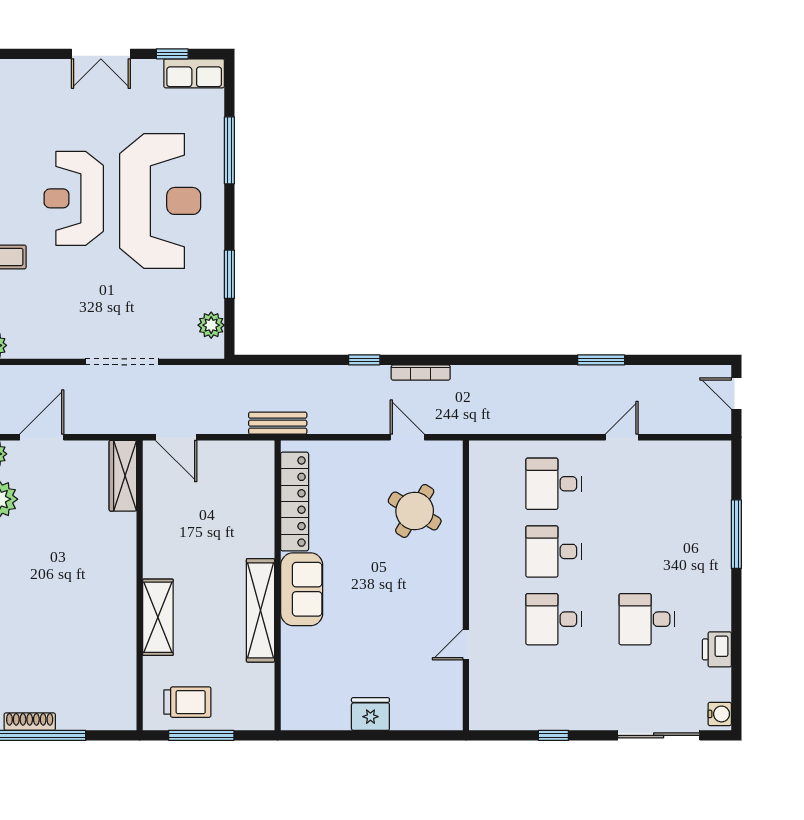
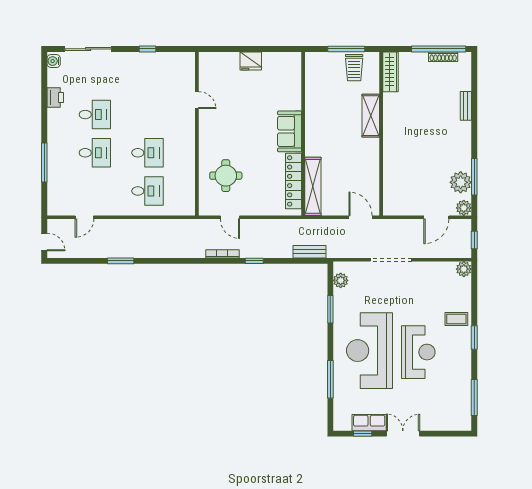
row of seats: (194, 73) -> (369, 423), moved
bench: (278, 423) -> (309, 252), moved
door: (622, 437) -> (84, 217), moved
wardrobe: (123, 476) -> (391, 72), moved
round table: (415, 511) -> (226, 176), turned -31
shelving: (261, 610) -> (313, 186), moved
desk: (554, 619) -> (95, 153), moved
door: (466, 645) -> (197, 100), hinge flipped
trolley: (187, 702) -> (354, 68), turned -90

